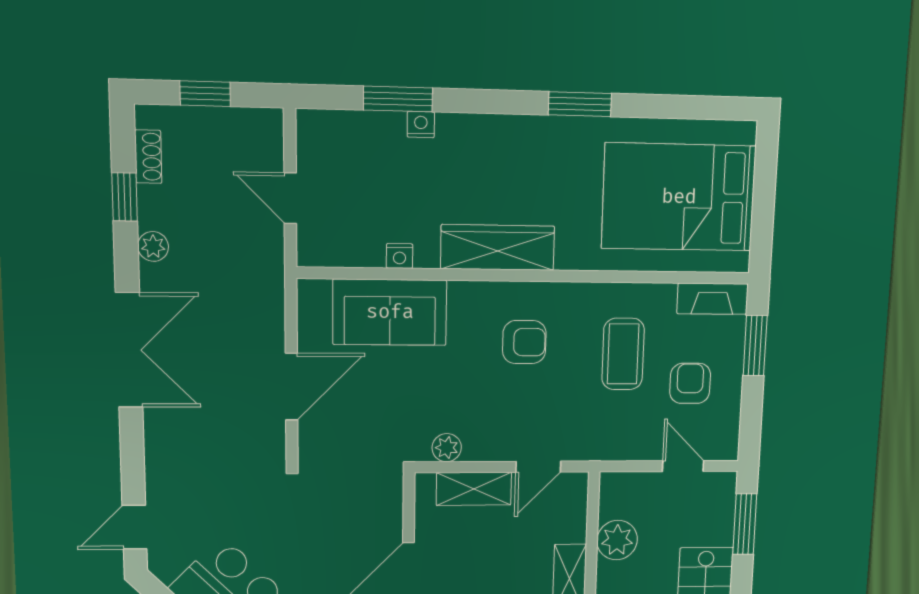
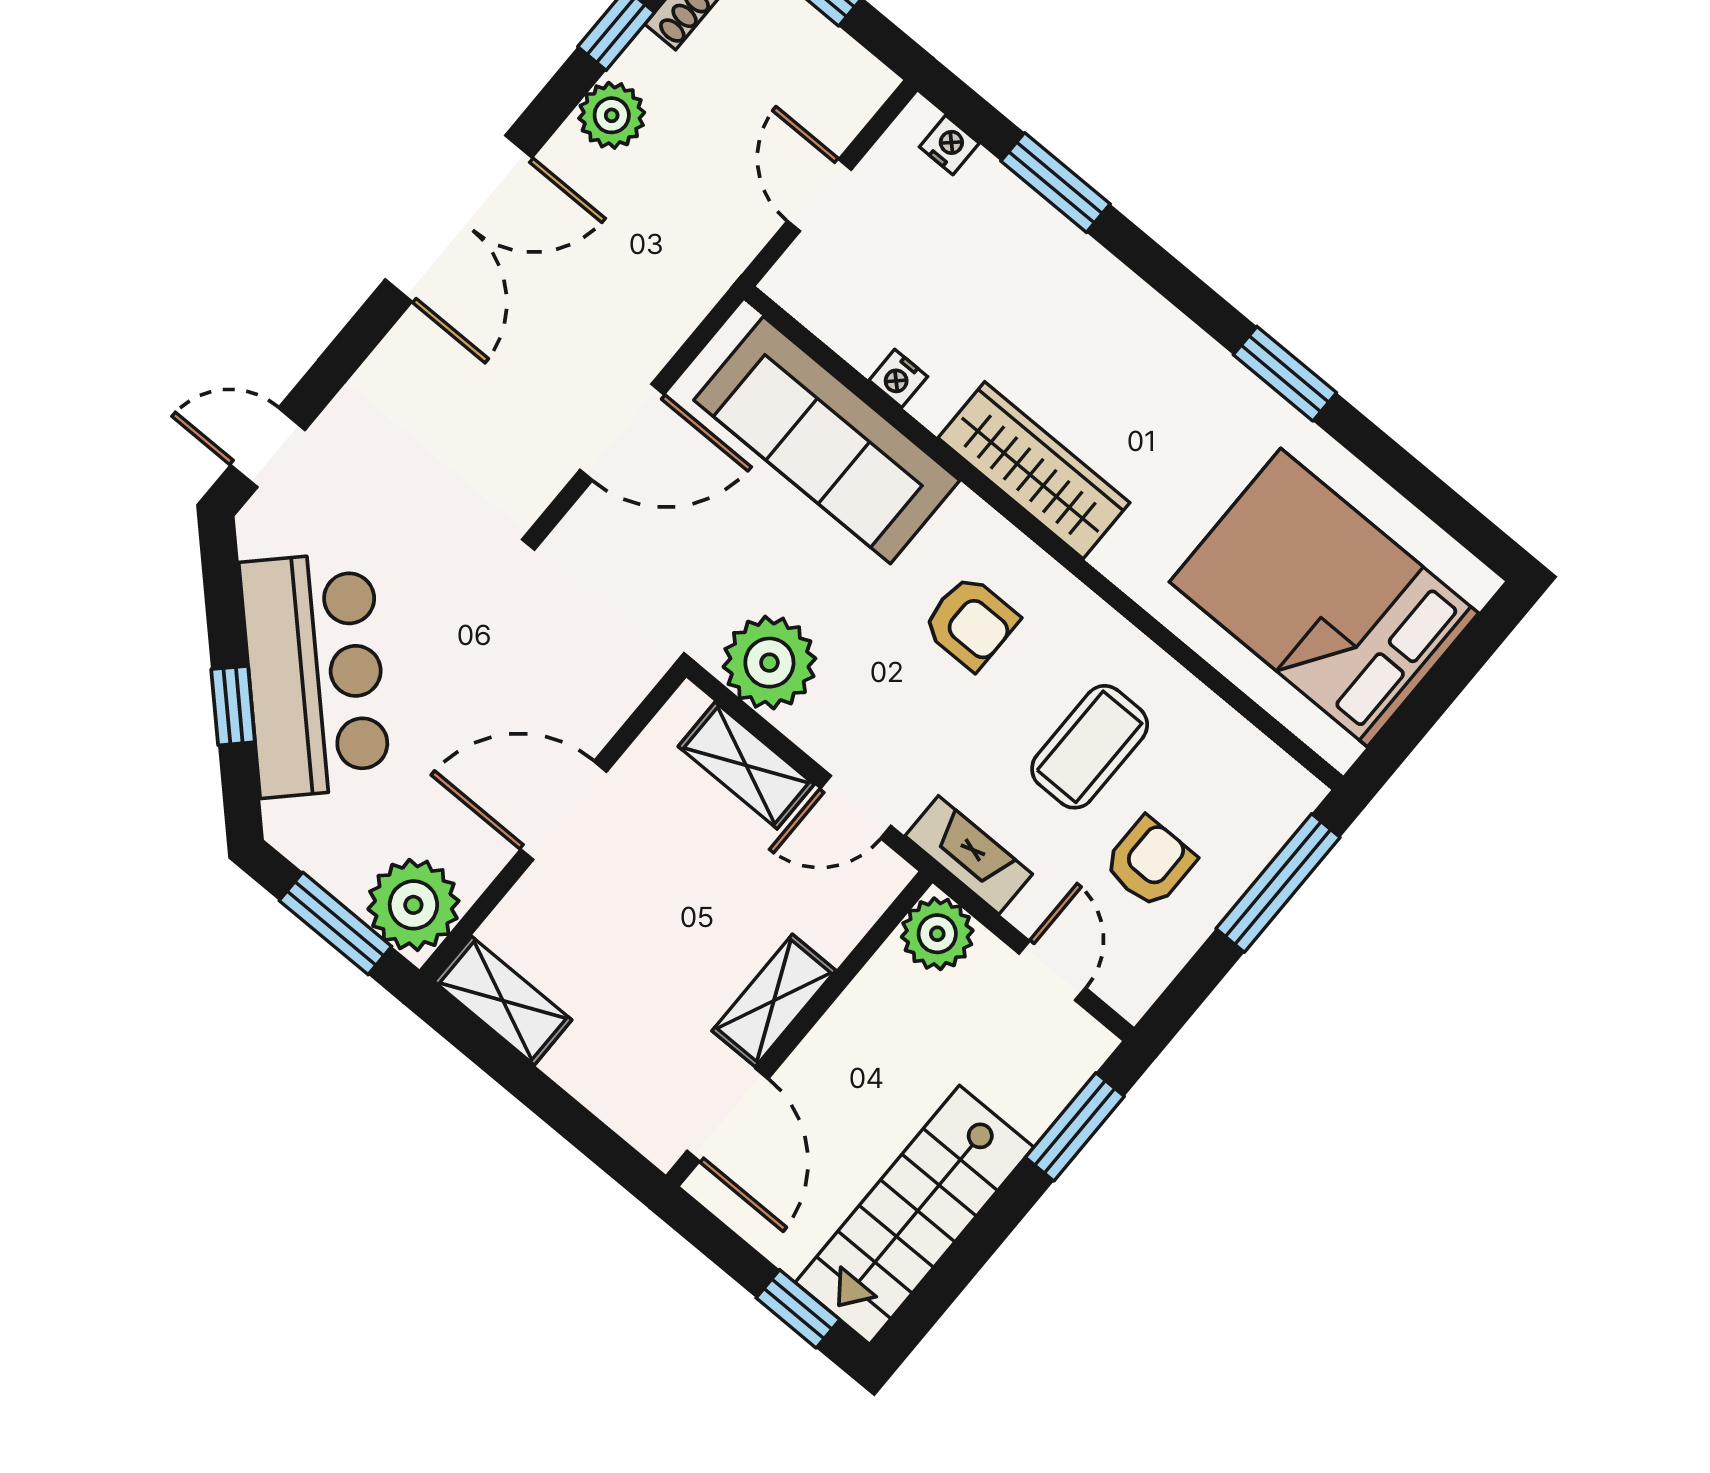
nightstand: (421, 125) -> (949, 145), moved
plant: (153, 246) -> (612, 115), width x1.38, depth x1.38
fireplace: (713, 299) -> (969, 855), moved, turned 180
sofa: (390, 312) -> (827, 440), width x1.36
window: (755, 345) -> (1278, 883), width x1.44
plant: (447, 448) -> (769, 663), width x1.87, depth x1.87
plant: (617, 540) -> (937, 934), moved

